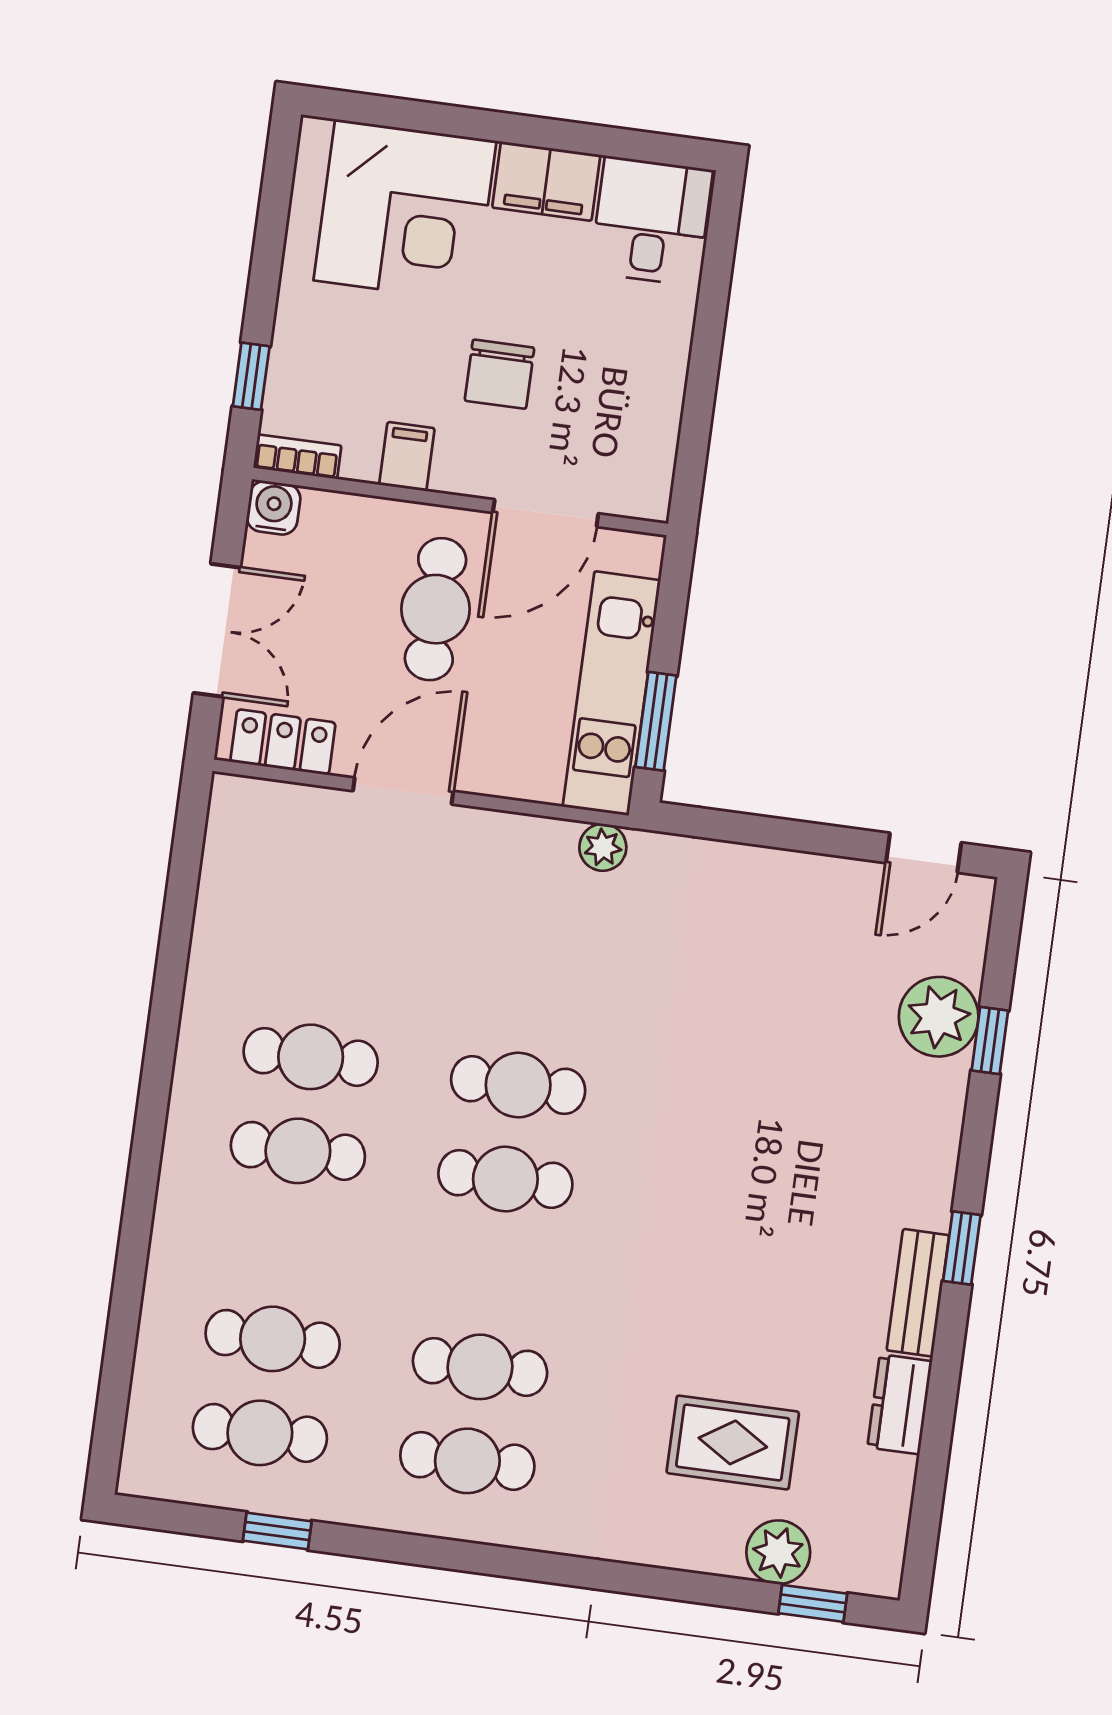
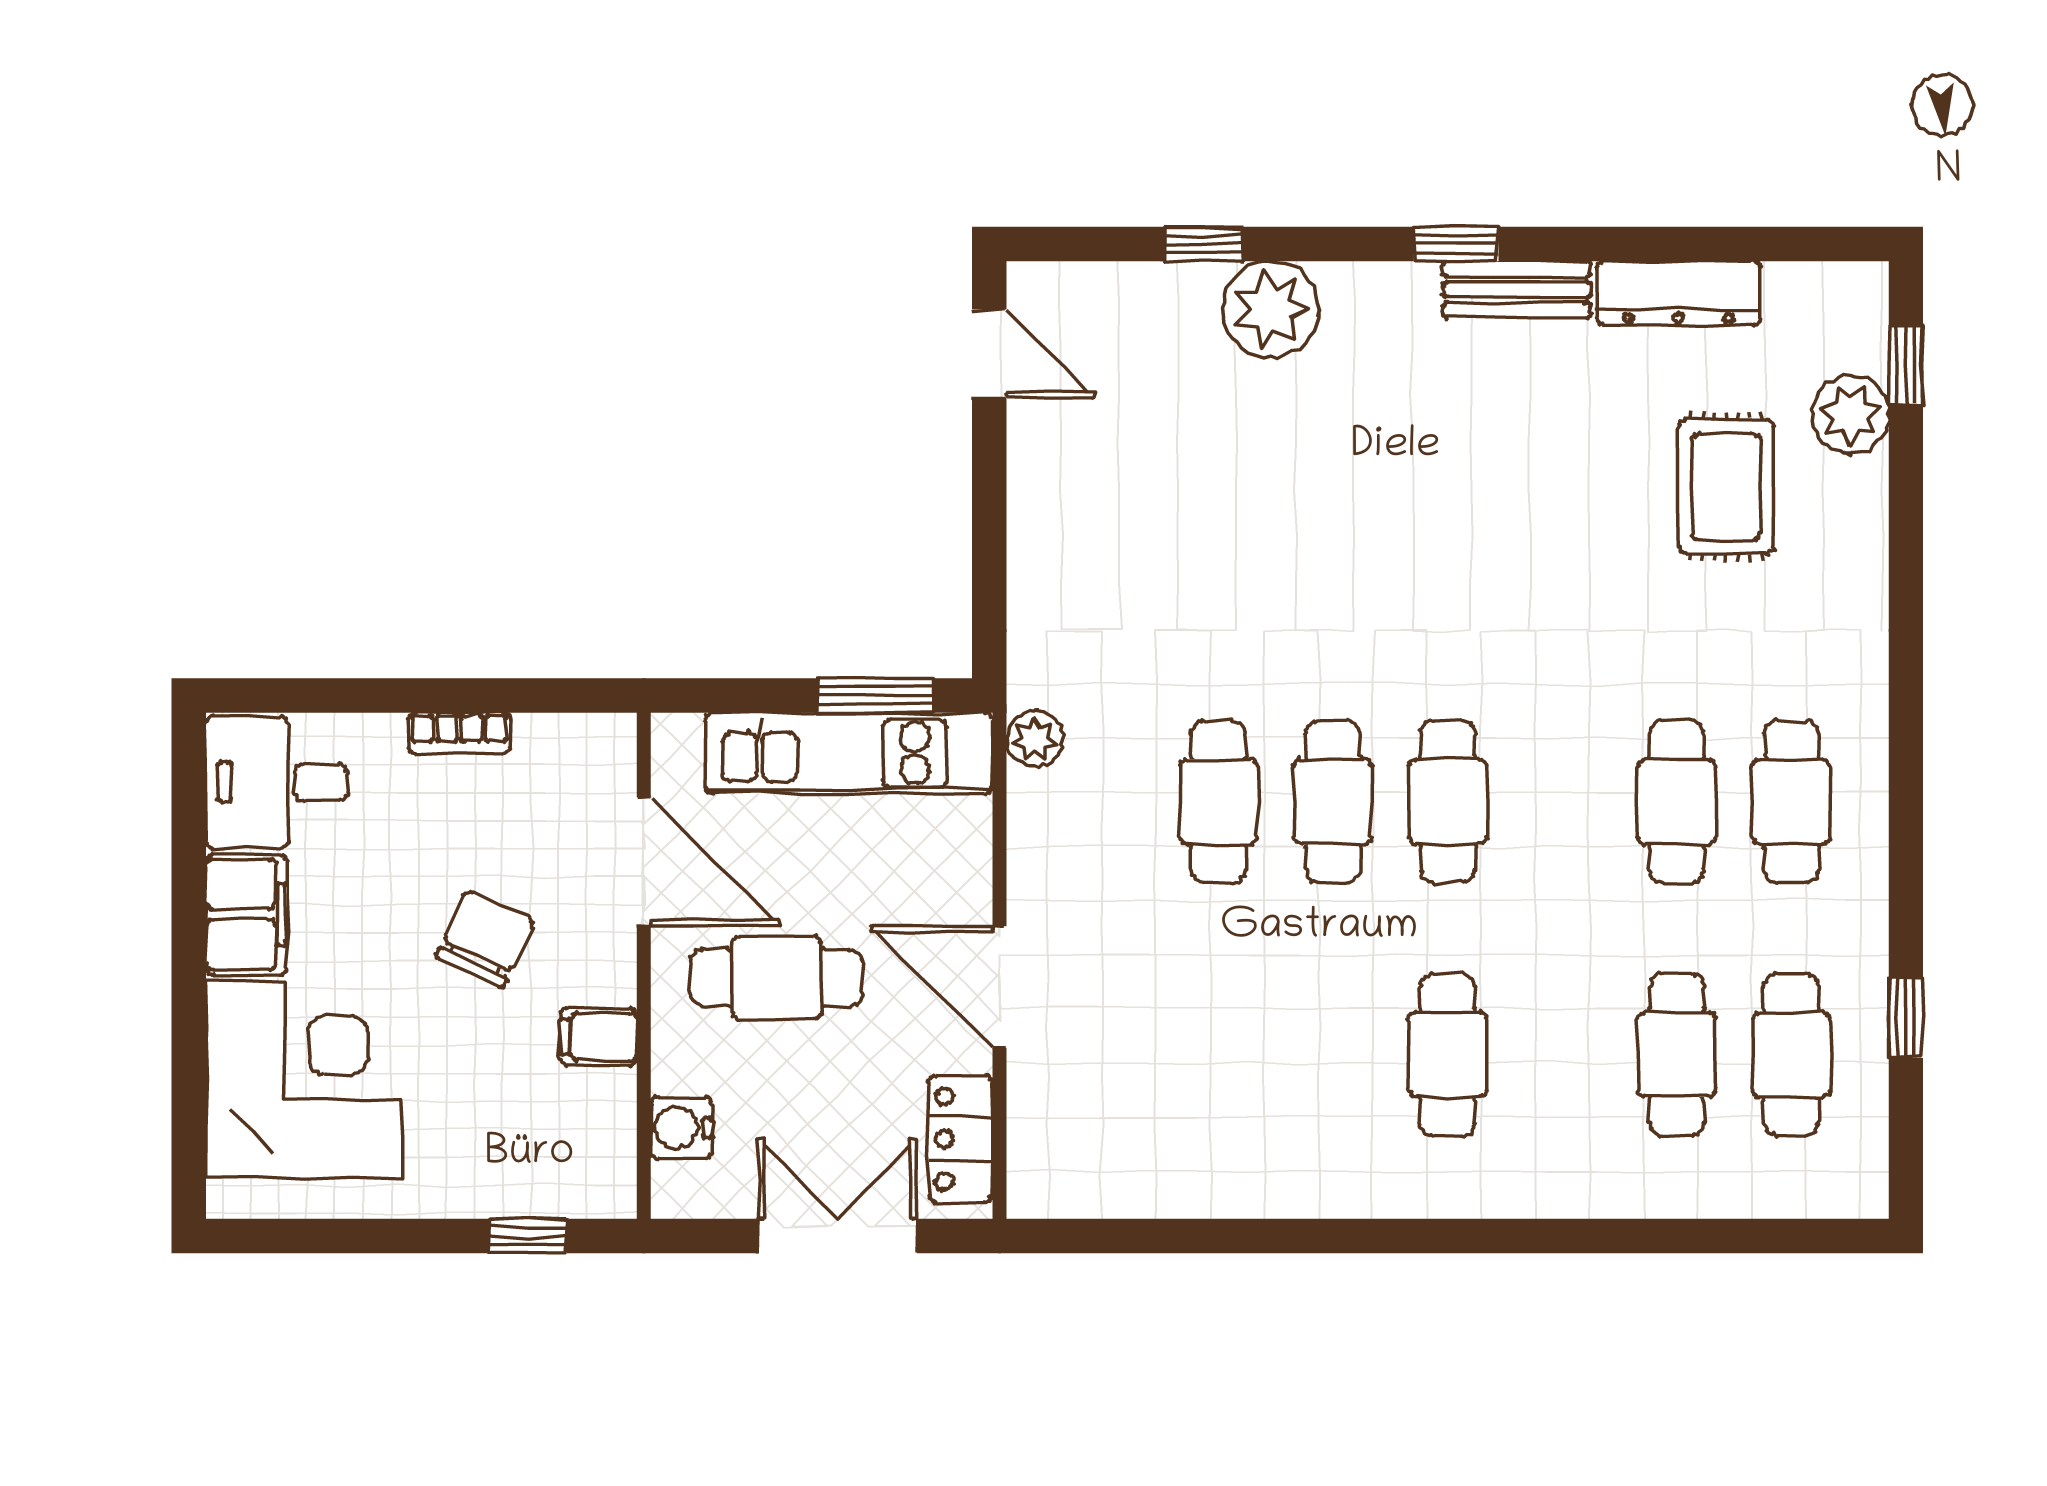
chair: (499, 374) -> (485, 939), turned -65
bookcase: (297, 457) -> (459, 733), moved, turned -90
water cooler: (273, 508) -> (681, 1128), moved
plant: (939, 1017) -> (1271, 309), moved
cafe table: (311, 1057) -> (1218, 802), moved
dresser: (900, 1404) -> (1678, 293), width x1.44

